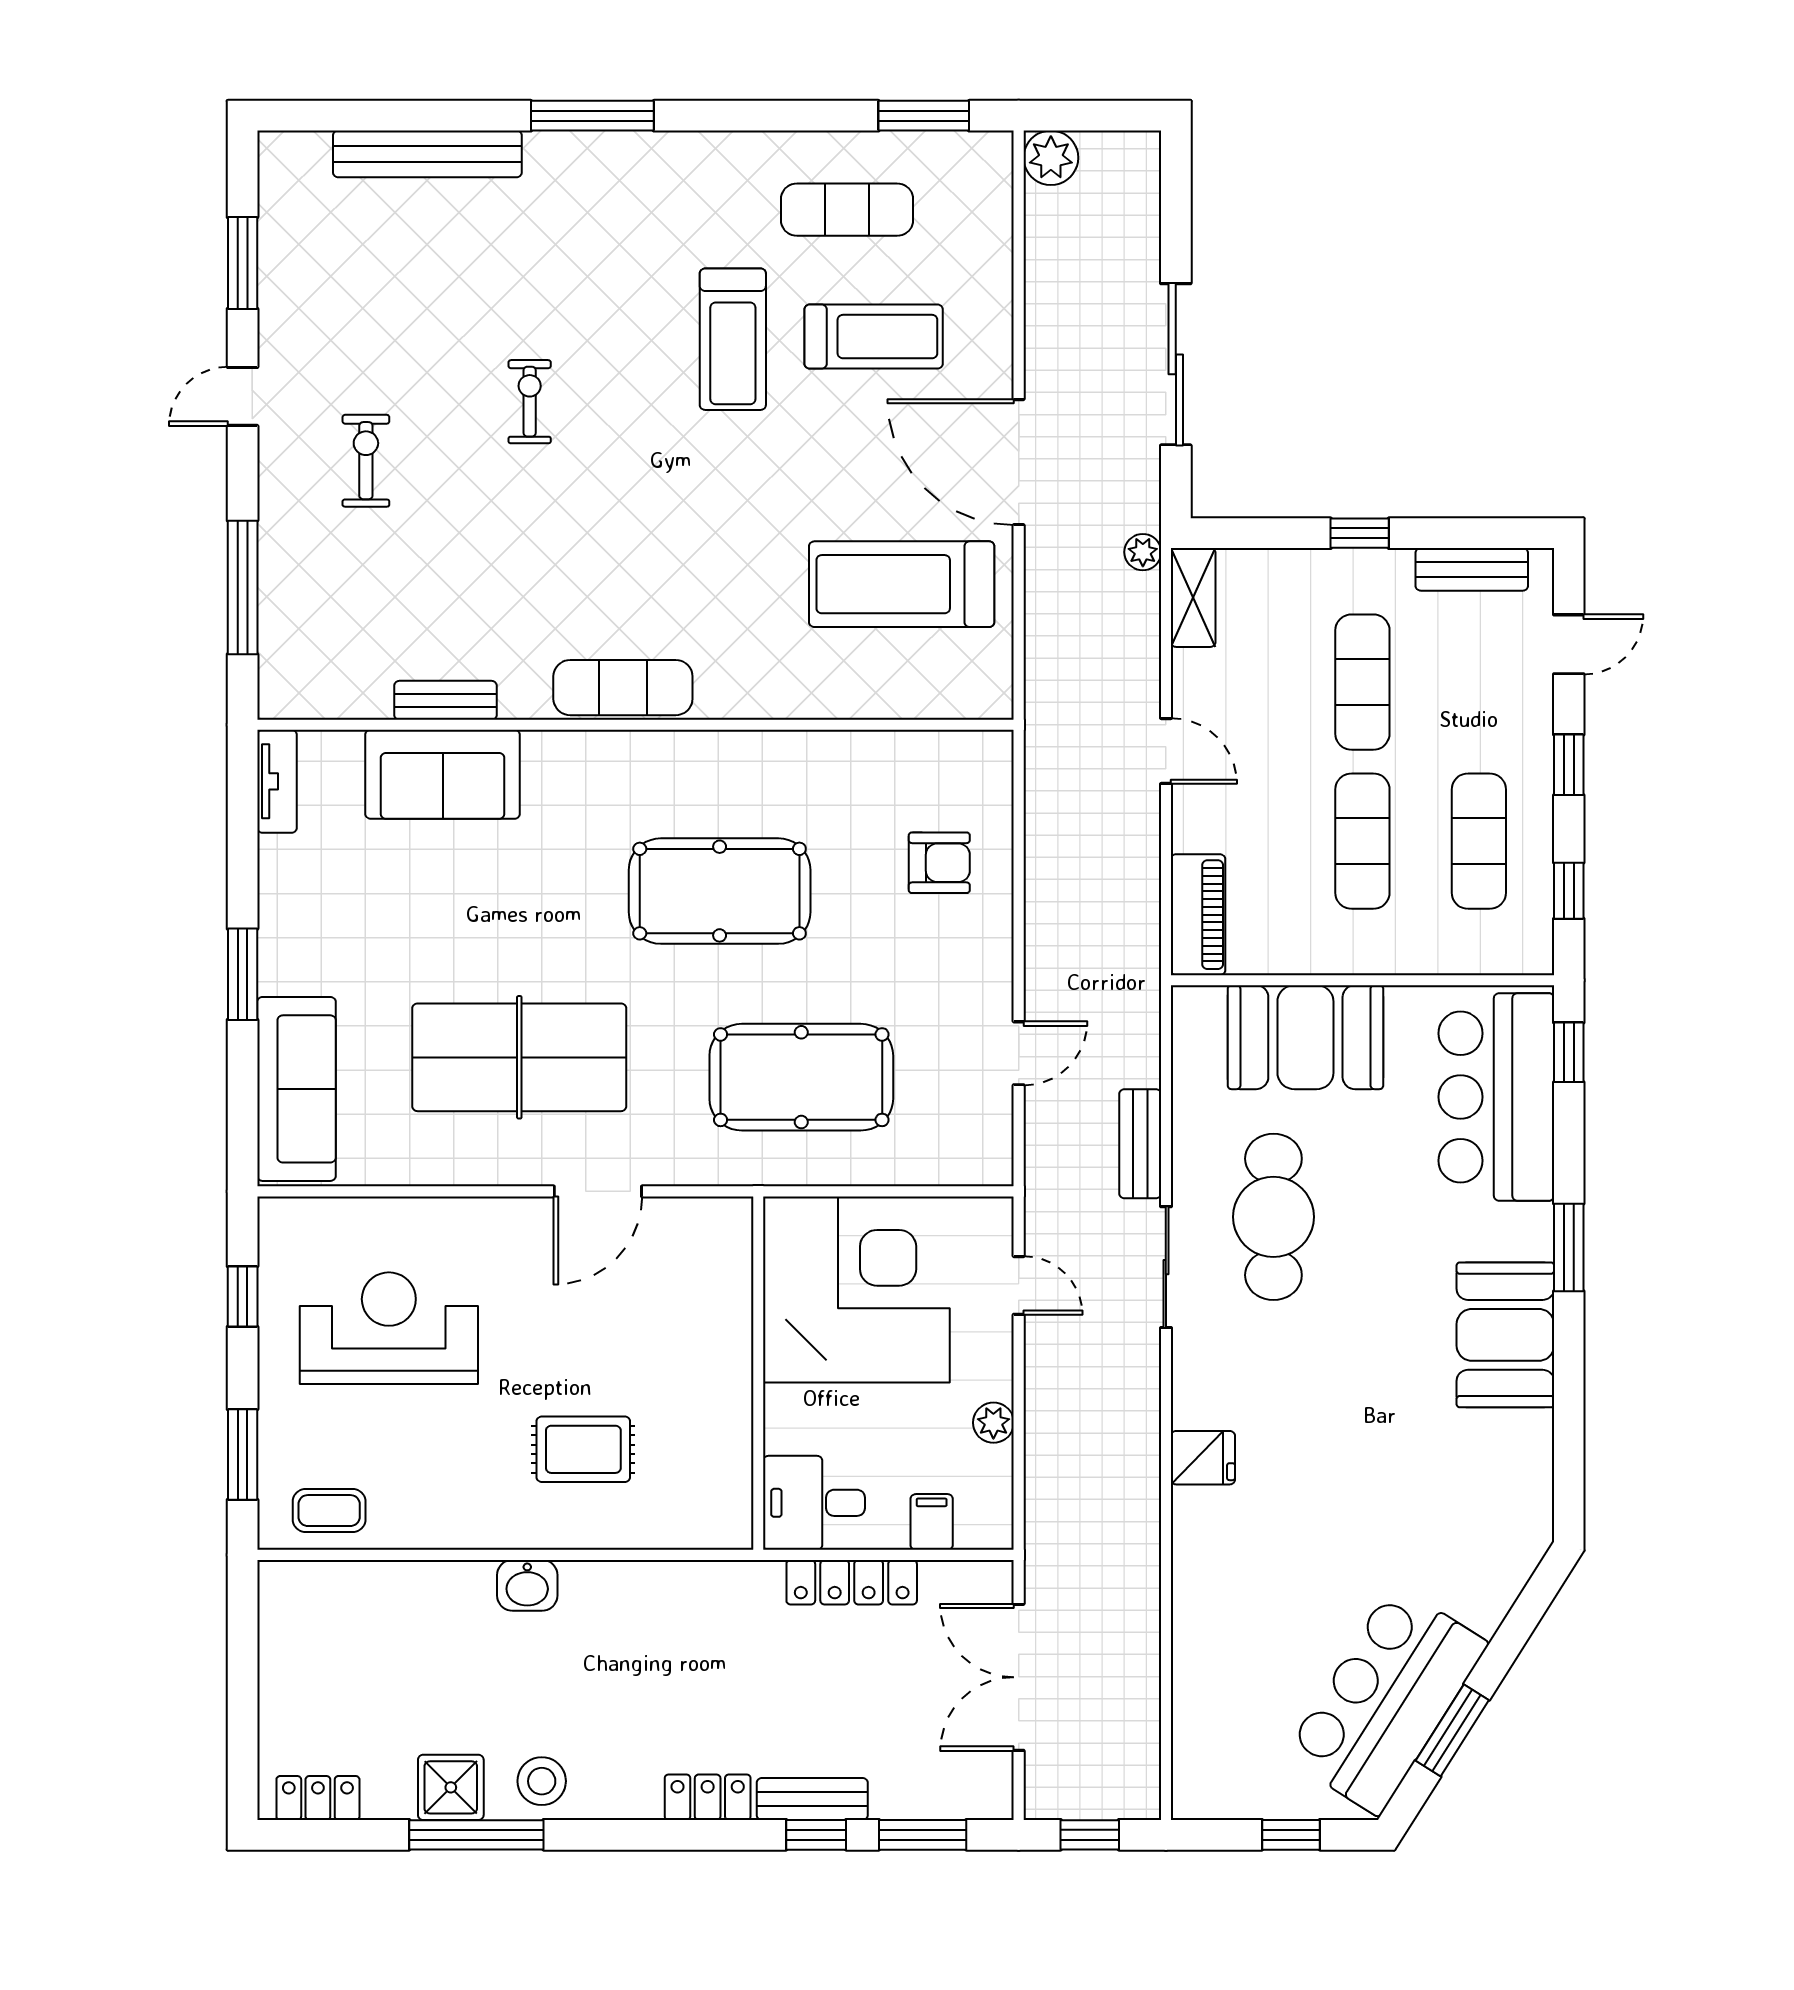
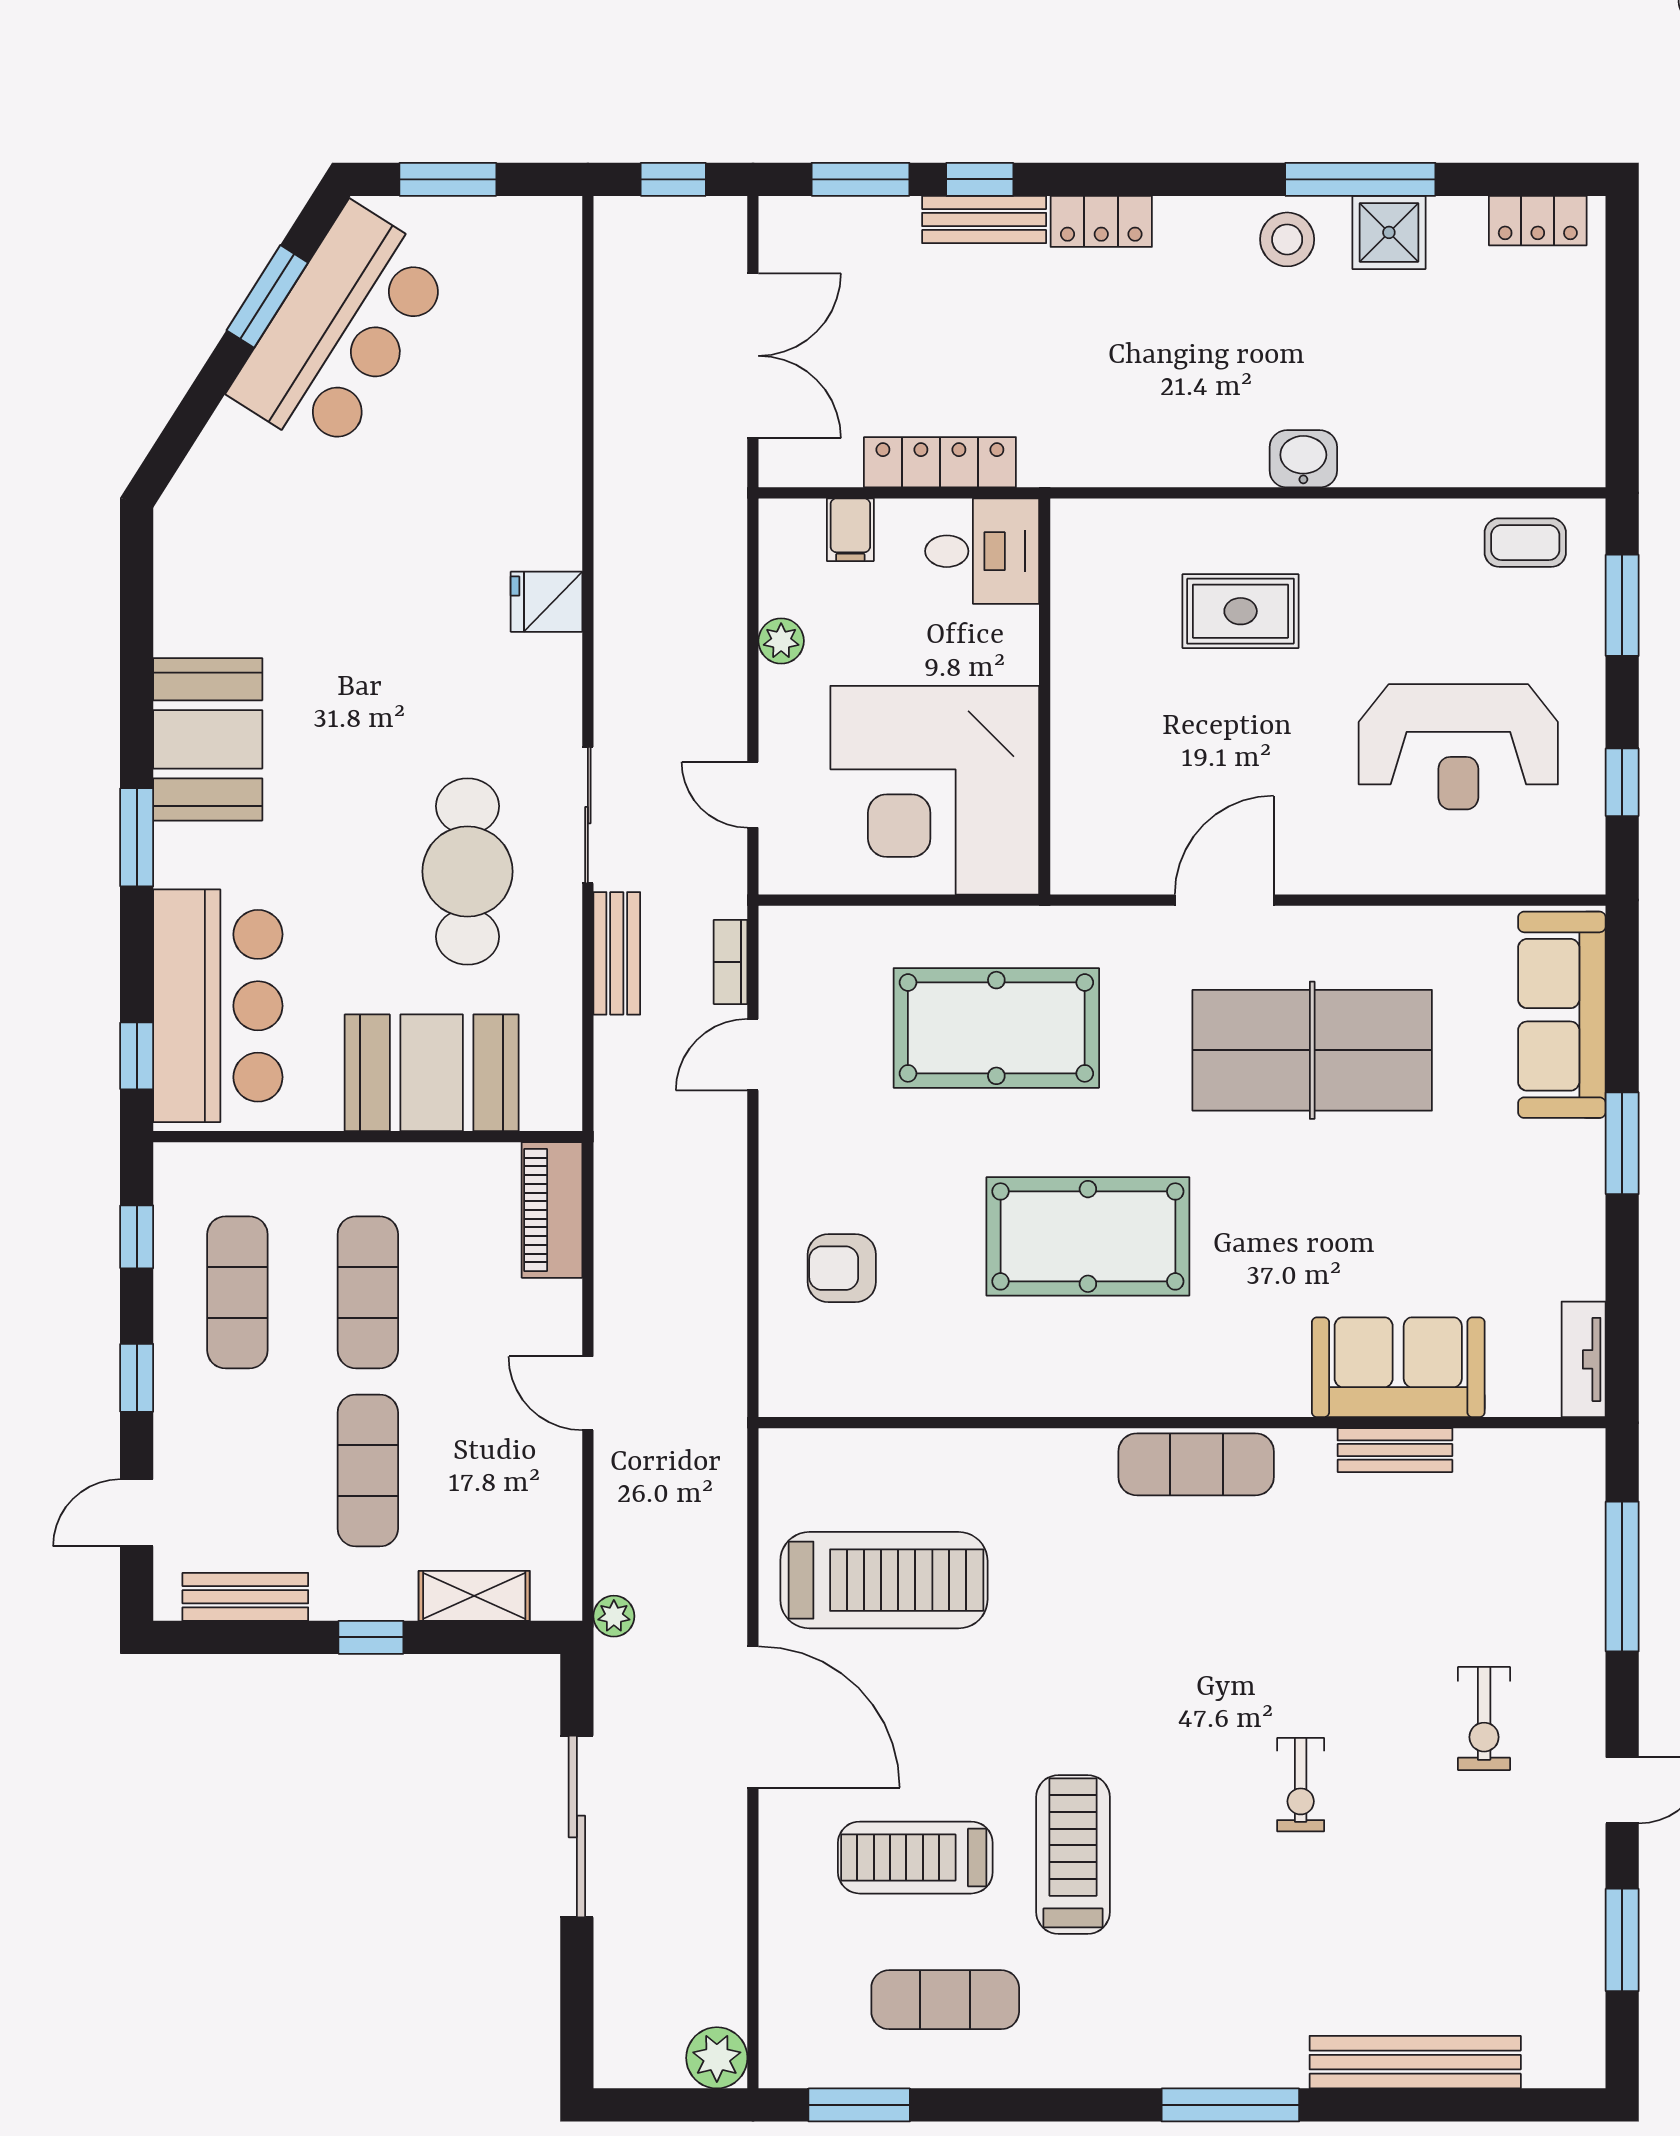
shelving: (1193, 597) -> (474, 1596), moved, turned 90
bookcase: (1039, 1136) -> (731, 962), added
window: (1291, 1835) -> (448, 179), width x1.50

